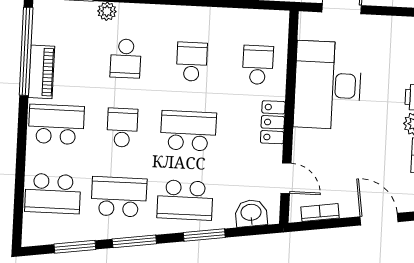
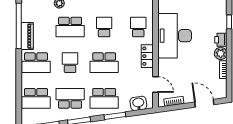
school desk: (126, 58) -> (70, 27), width x1.85
school desk: (56, 124) -> (36, 63), turned 180
school desk: (188, 131) -> (104, 63), turned 180

